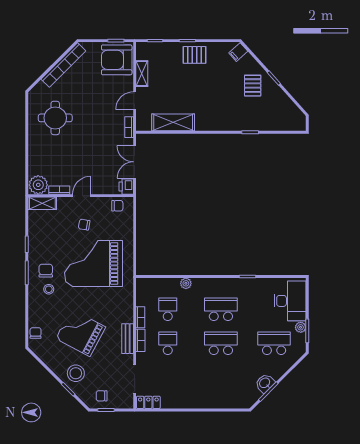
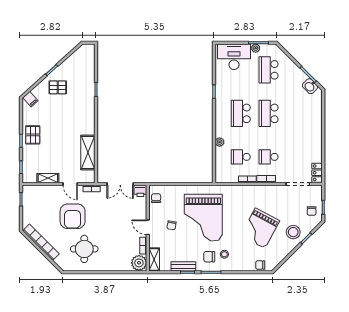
armchair: (117, 60) -> (73, 216), moved
bench: (128, 339) -> (183, 266), moved
washbasin: (265, 383) -> (310, 86), moved

